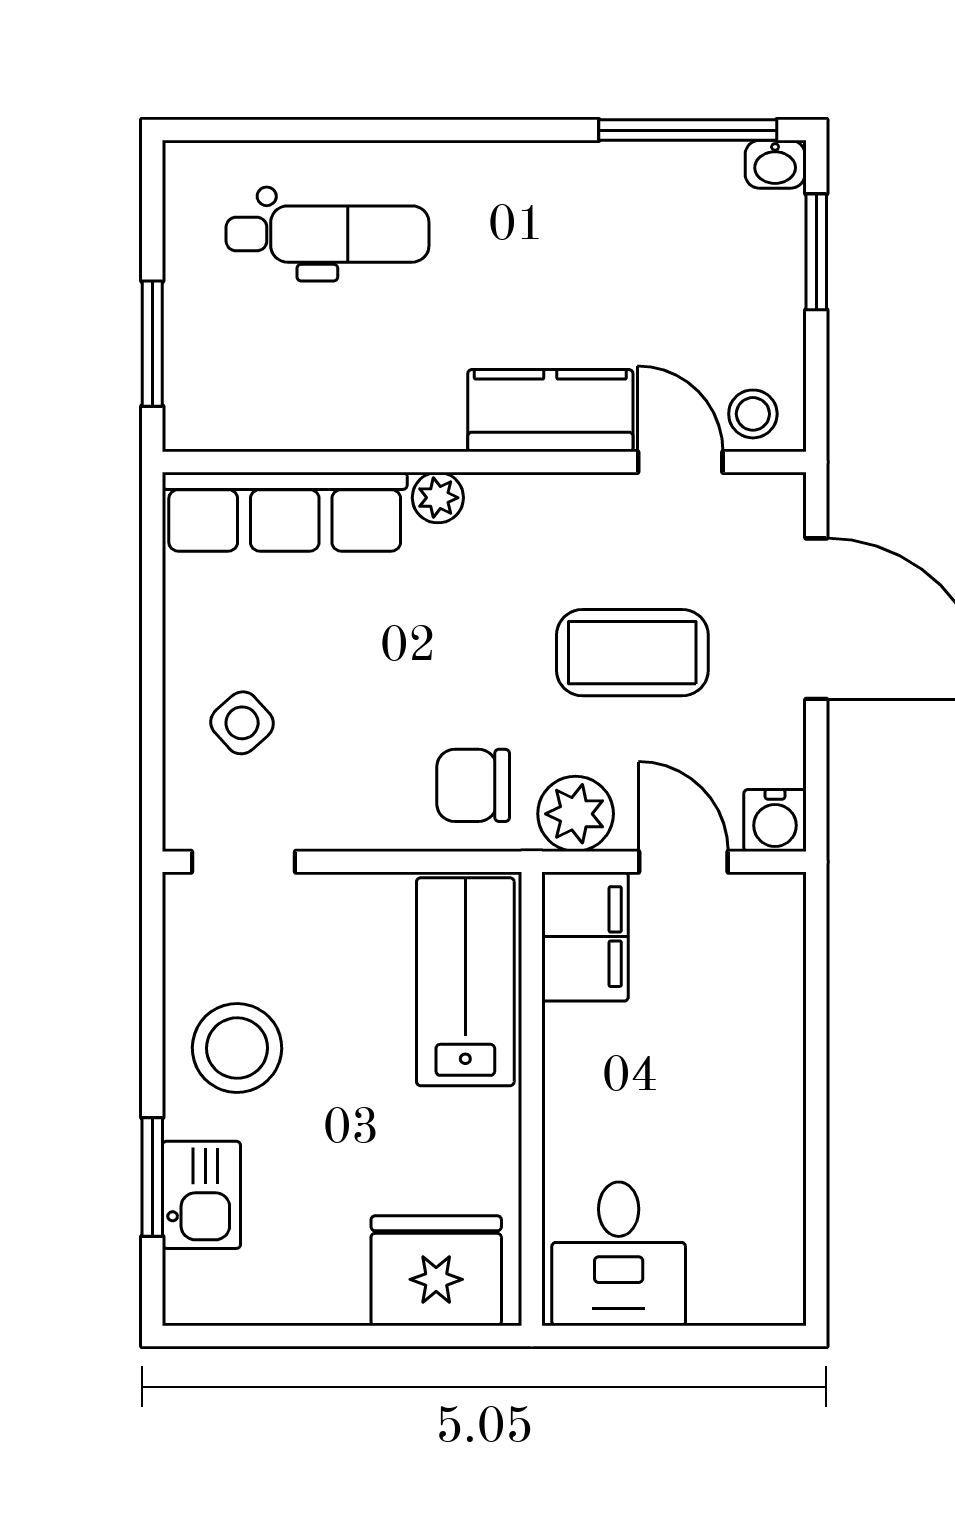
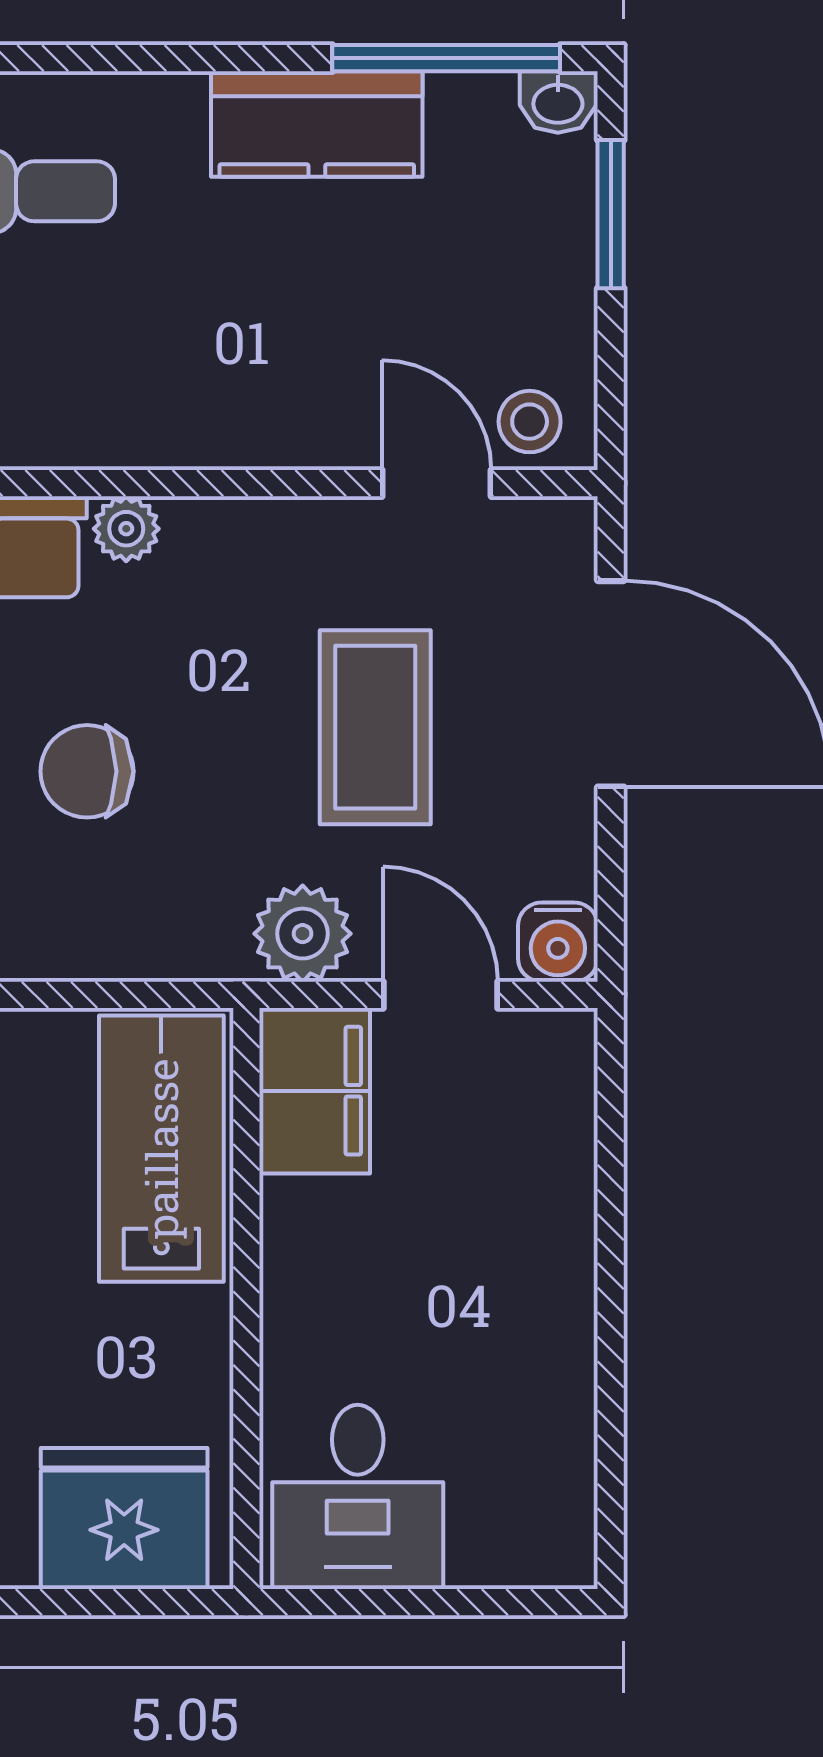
kitchen counter: (550, 411) -> (317, 124), moved, turned 180
coffee table: (632, 653) -> (375, 727), turned 90
chair: (473, 785) -> (87, 771), moved

